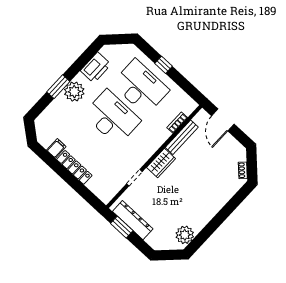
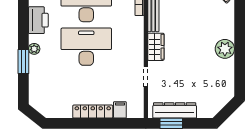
plant: (74, 92) -> (34, 49), width x0.53, depth x0.53
filing cabinet: (56, 148) -> (120, 110), moved
plant: (185, 235) -> (225, 49), moved

